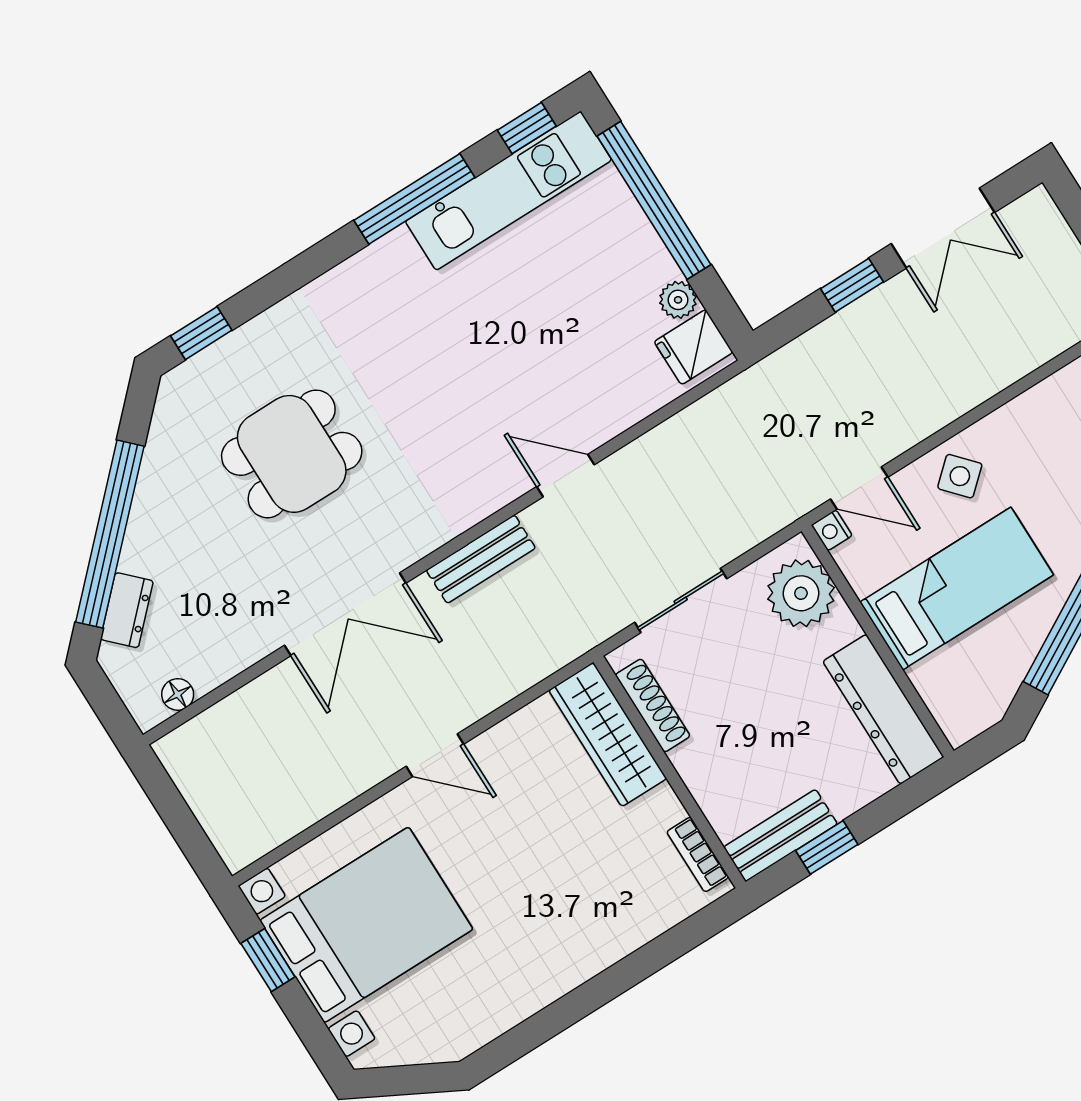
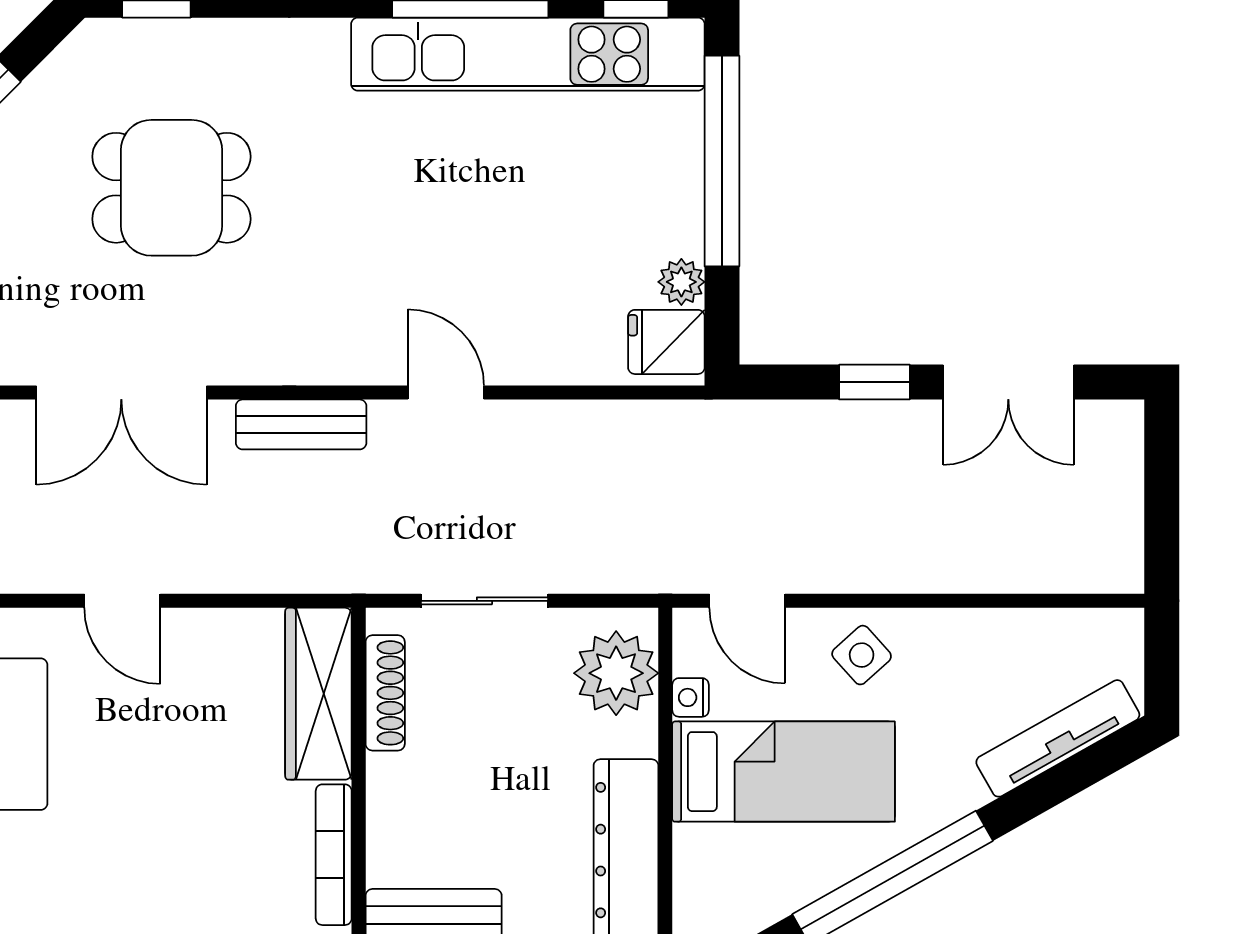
kitchen unit: (508, 191) -> (528, 54), width x1.36
nightstand: (832, 530) -> (691, 697), moved
bookcase: (698, 854) -> (334, 855), width x1.56

